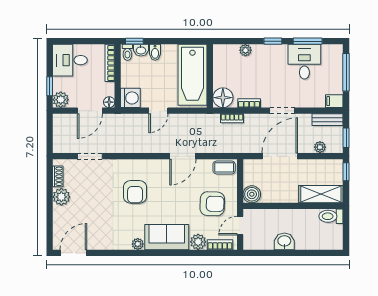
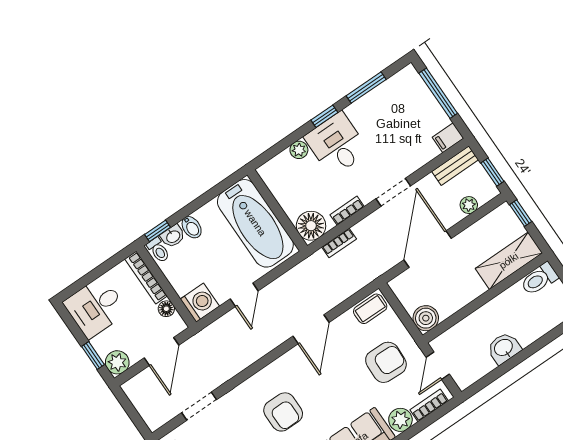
desk: (304, 62) -> (337, 144), moved
floor lamp: (109, 102) -> (166, 309), moved

